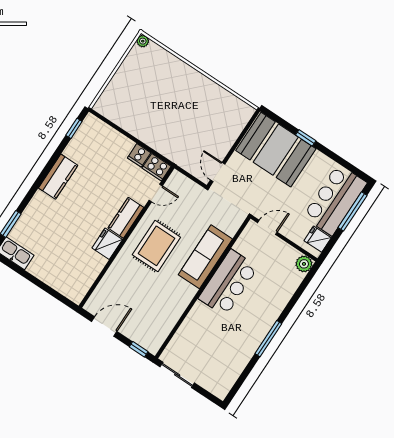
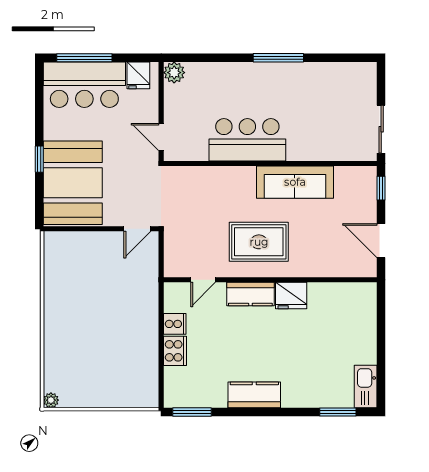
window: (74, 128) -> (192, 412), width x1.50
cooker: (157, 167) -> (175, 351), moved
door: (156, 193) -> (203, 280), swing flipped
sofa: (205, 257) -> (295, 182), moved

